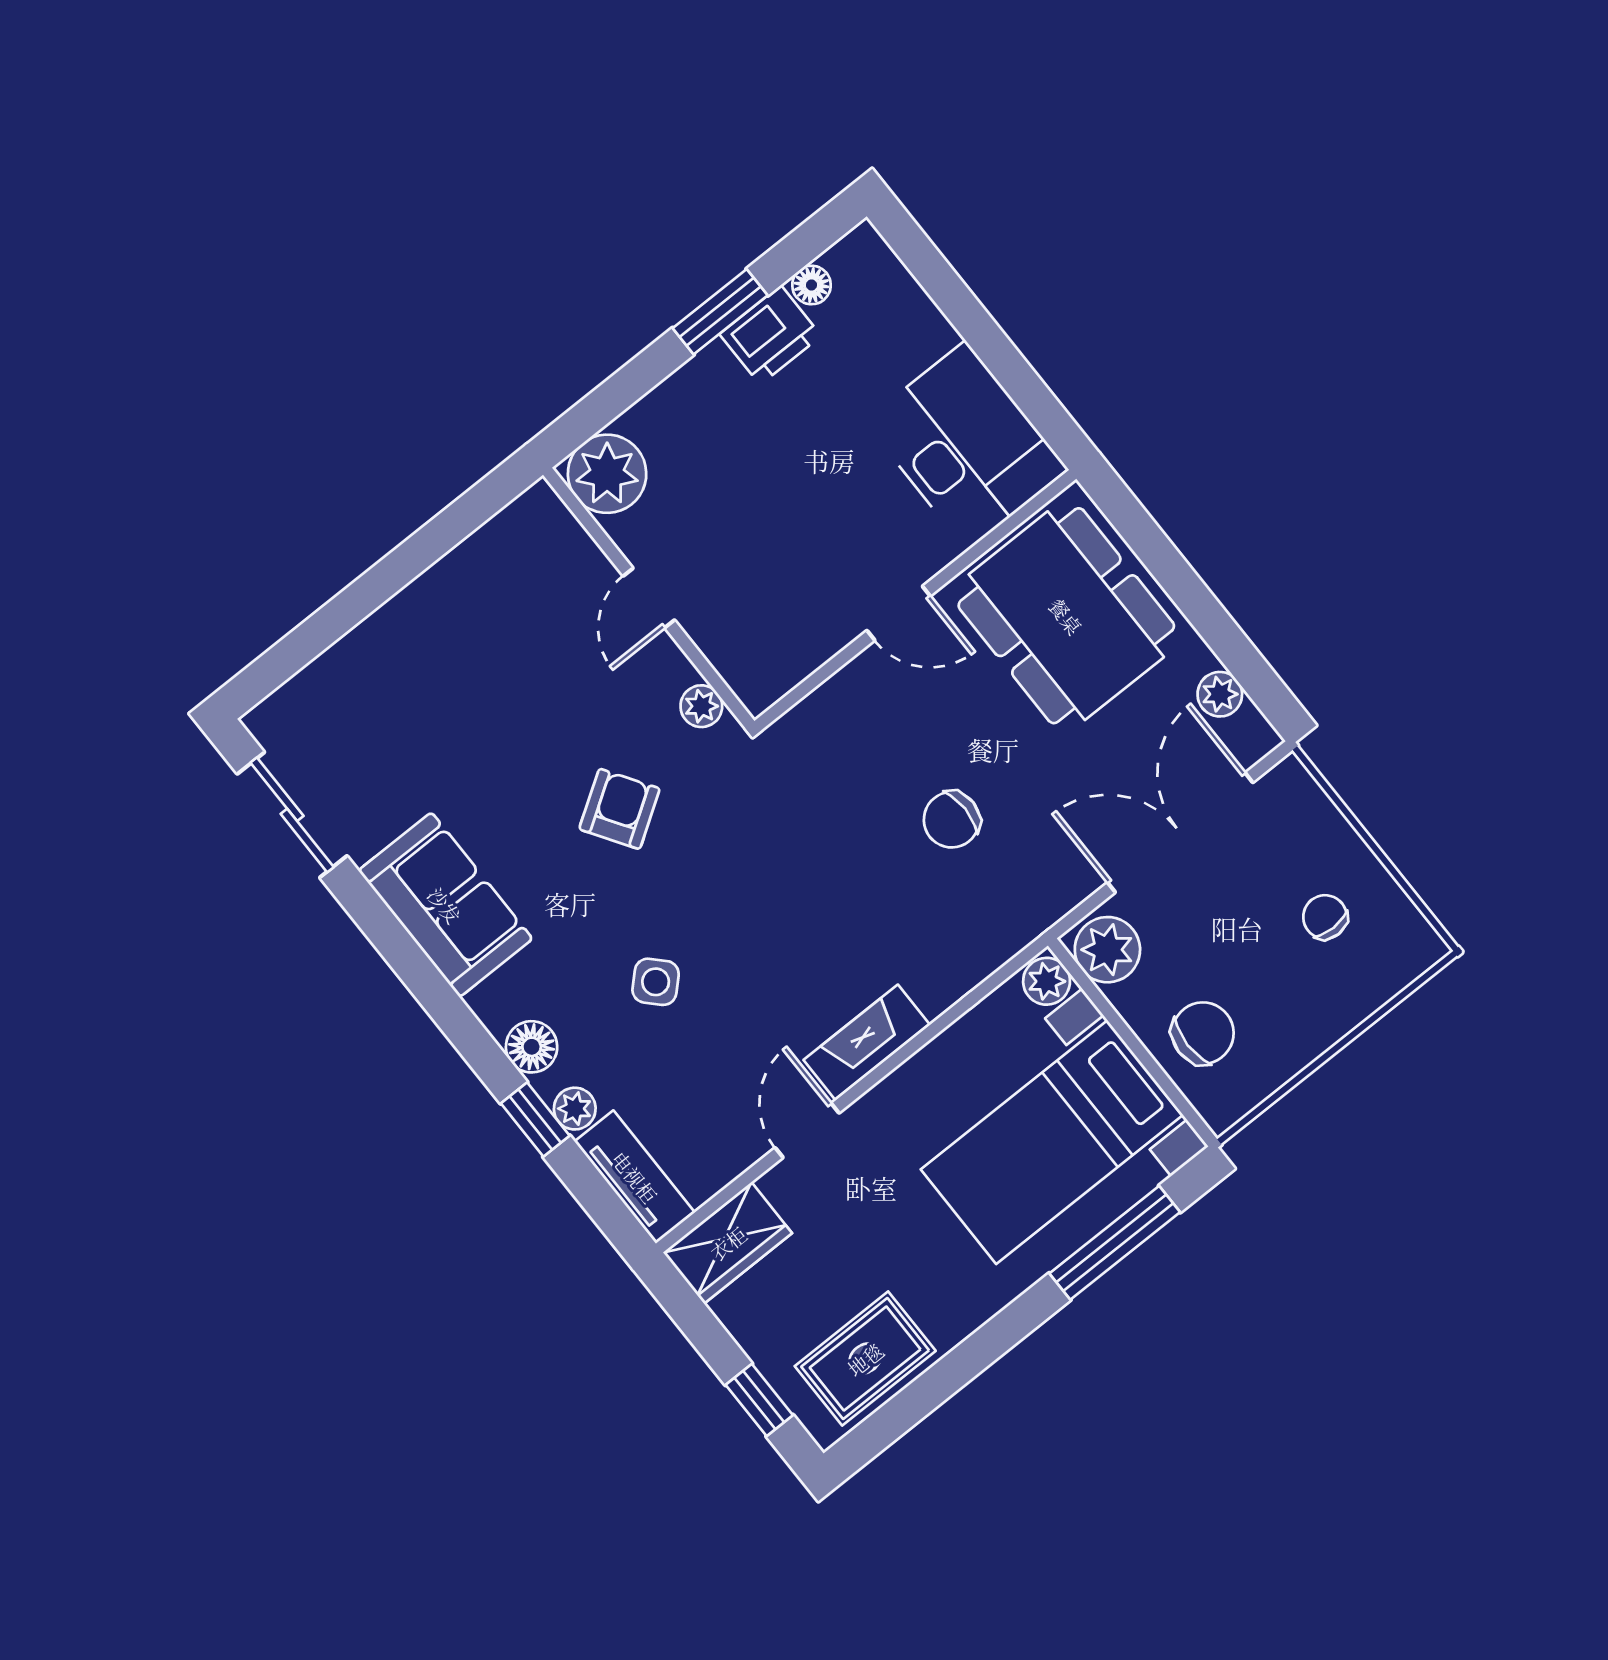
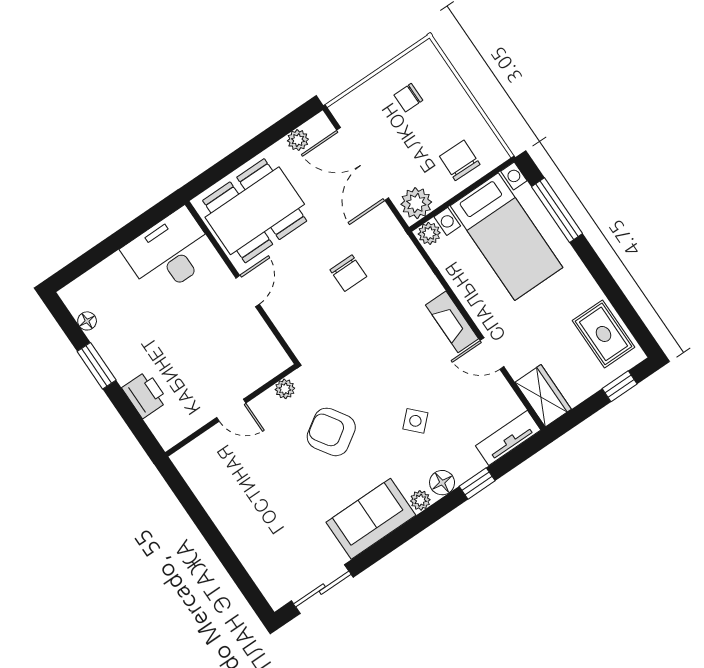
printer: (770, 335) -> (145, 395), moved
plant: (607, 474) -> (170, 426), removed
armchair: (619, 809) -> (331, 432), width x1.38, depth x1.38
plant: (575, 1109) -> (420, 500), moved

